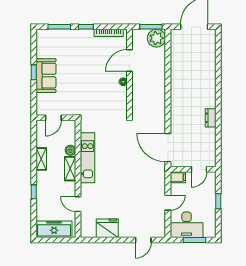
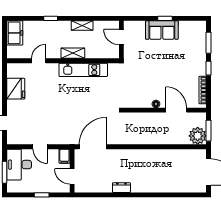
boiler: (71, 150) -> (90, 54), removed
freezer: (54, 229) -> (15, 33), width x0.71

